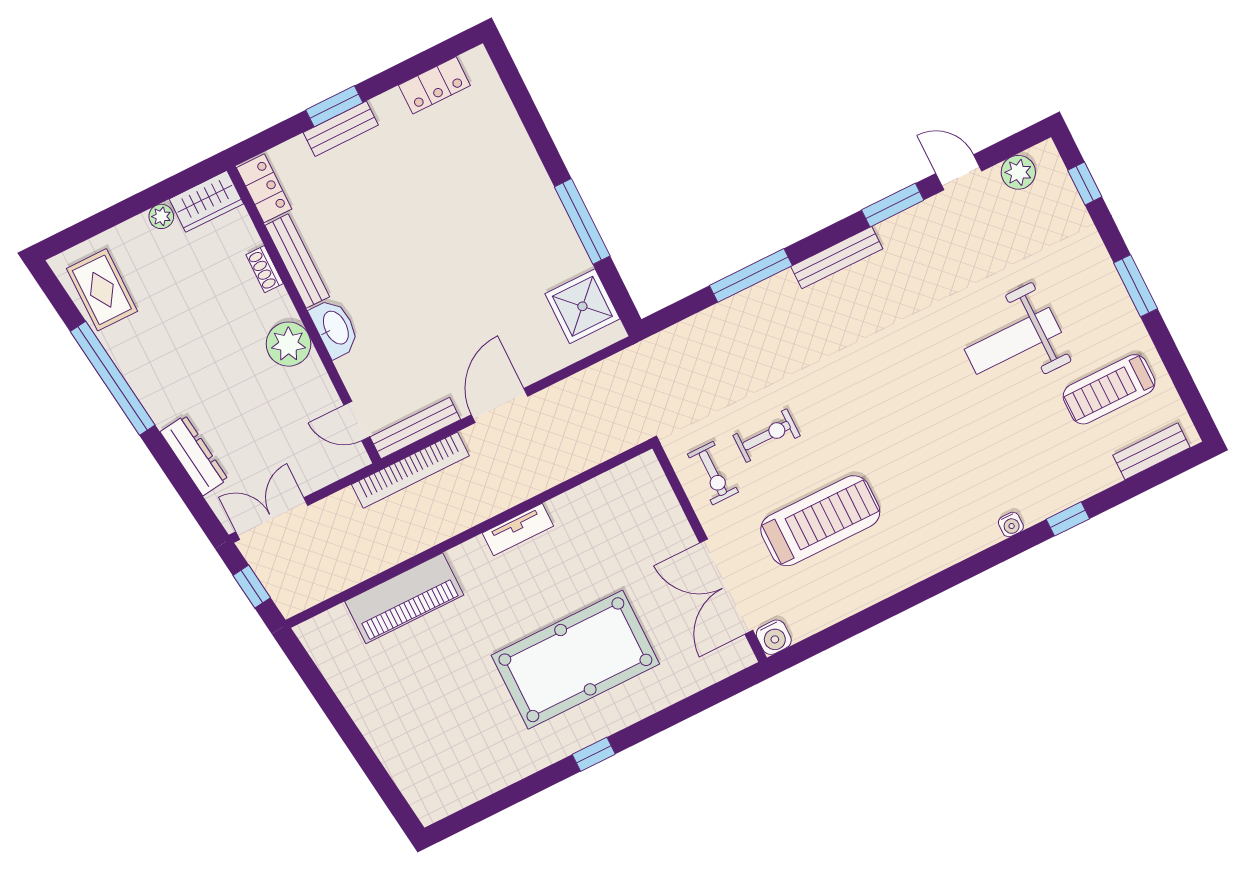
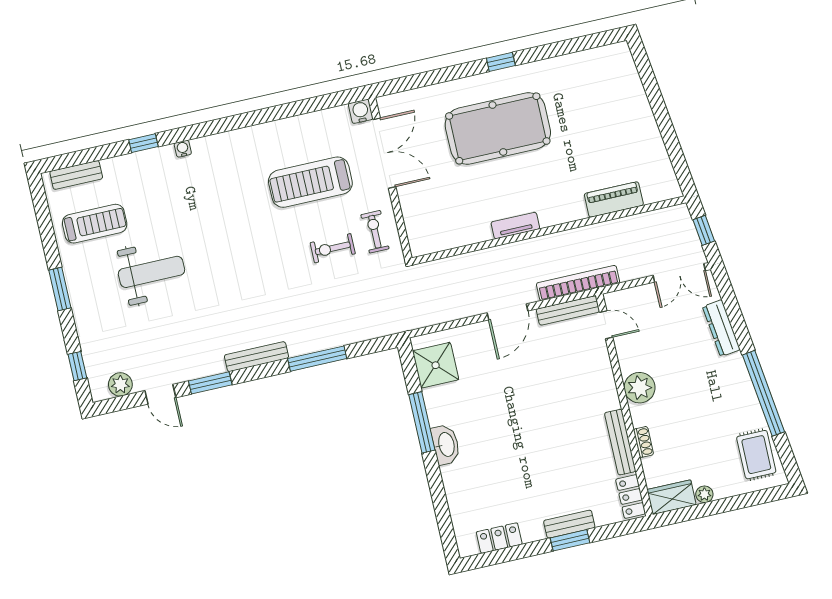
washbasin: (335, 328) -> (446, 445), moved, turned 180
piano: (404, 598) -> (614, 199), width x0.73, depth x0.75

